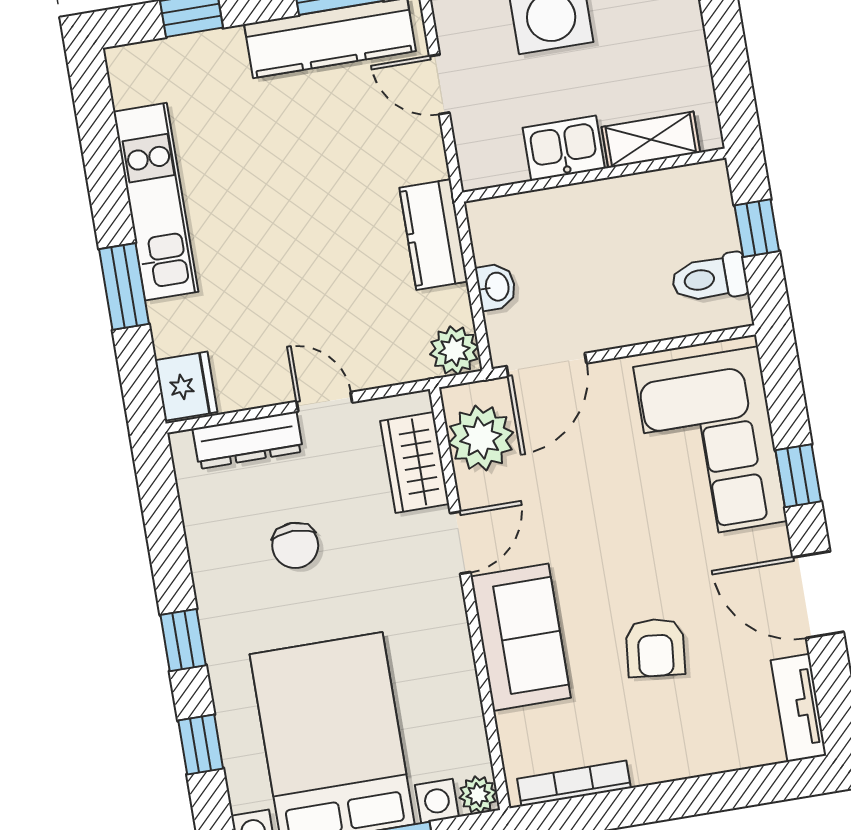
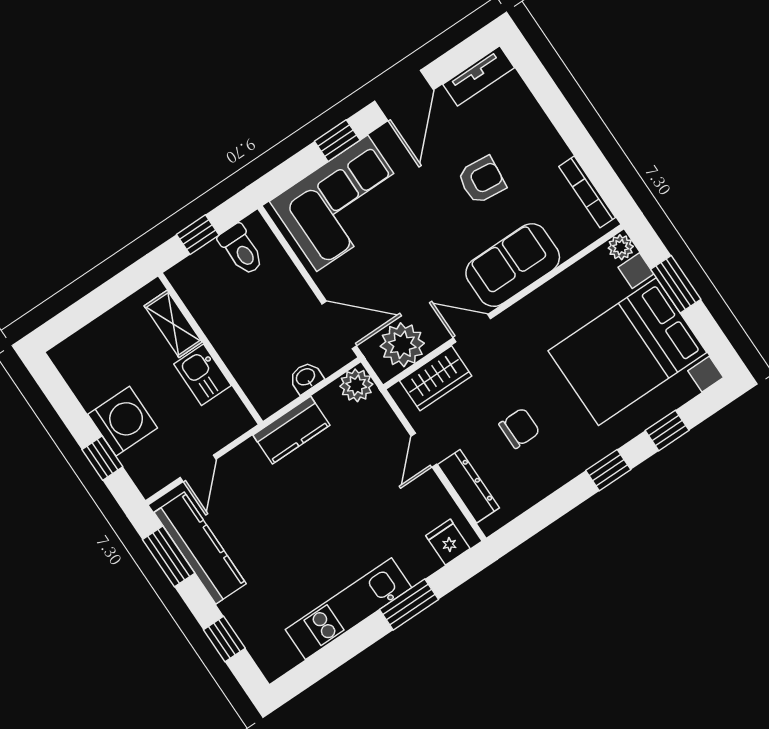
fridge: (186, 386) -> (448, 542), width x0.72

